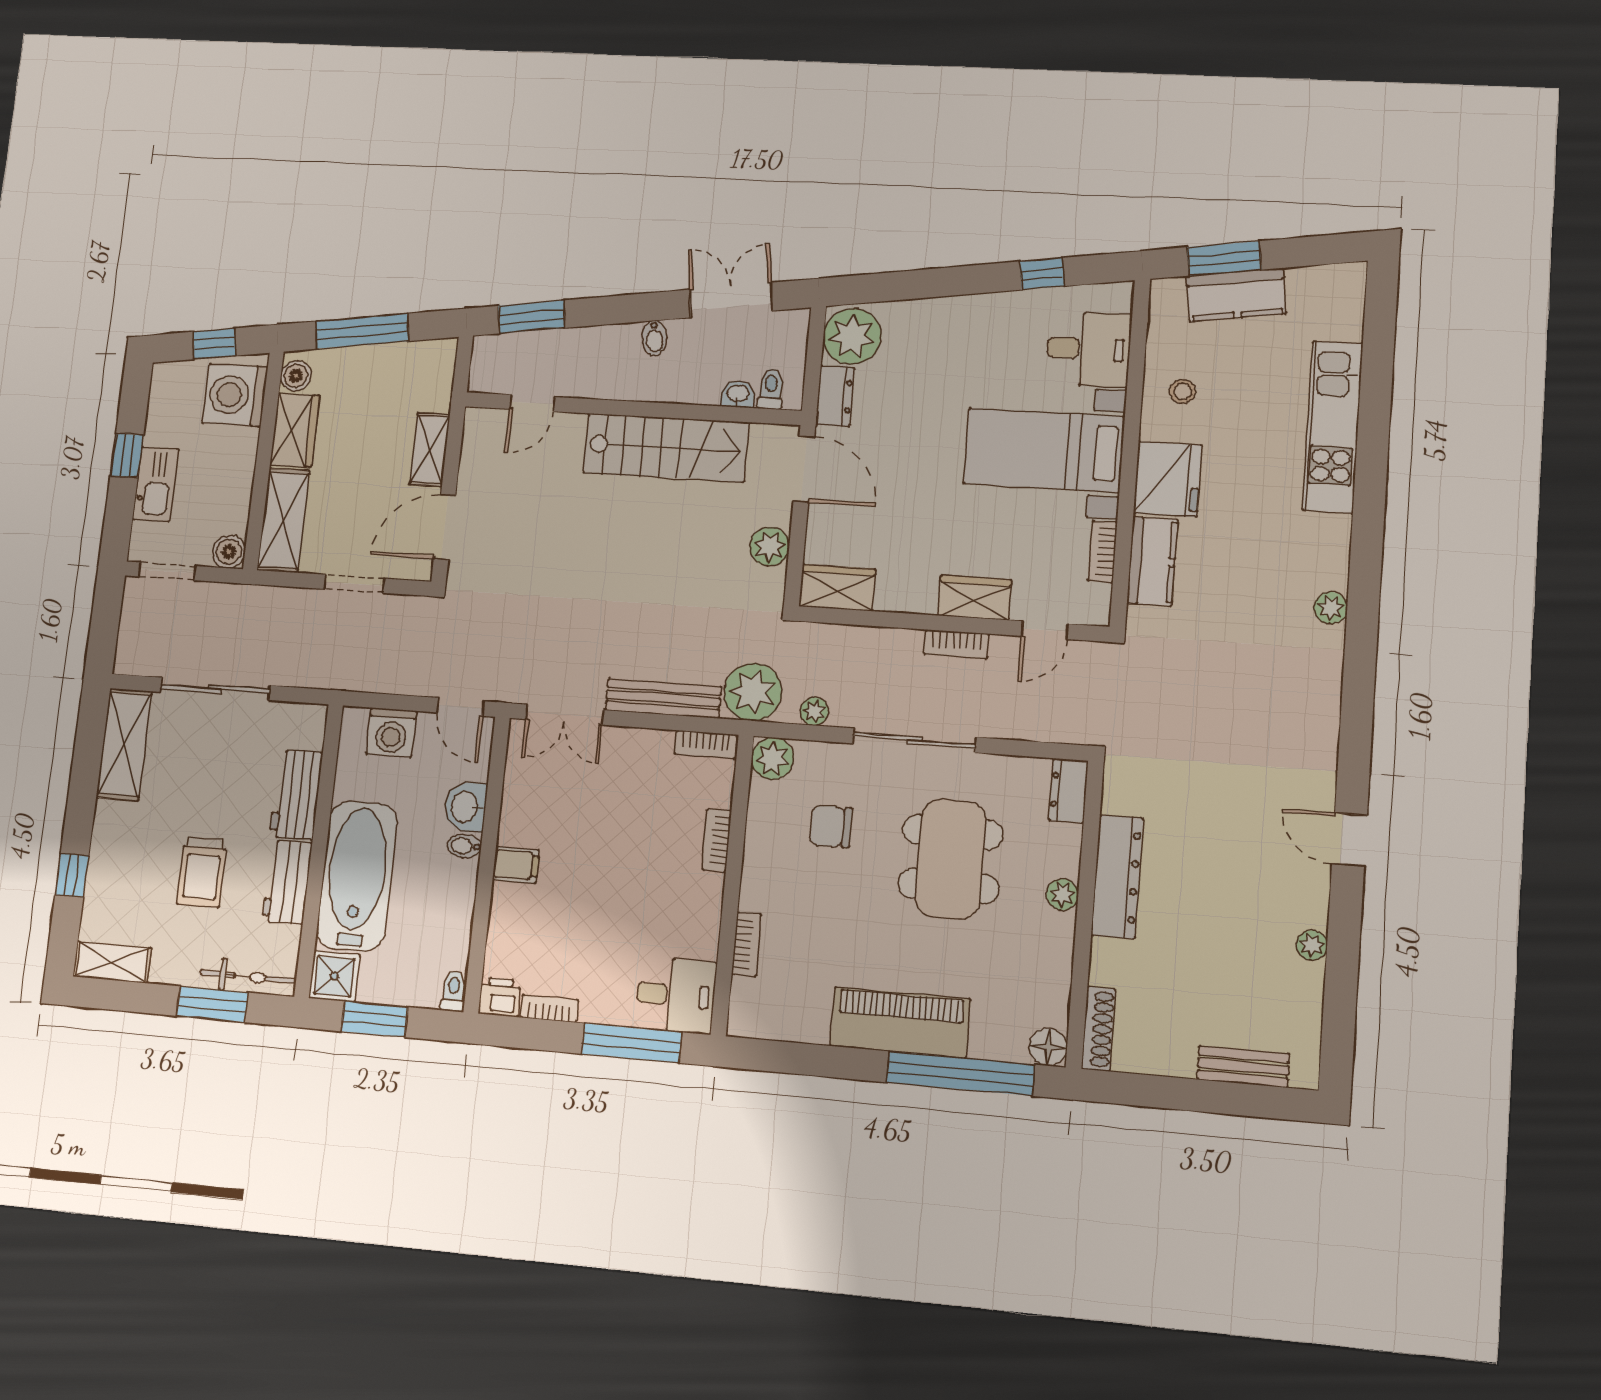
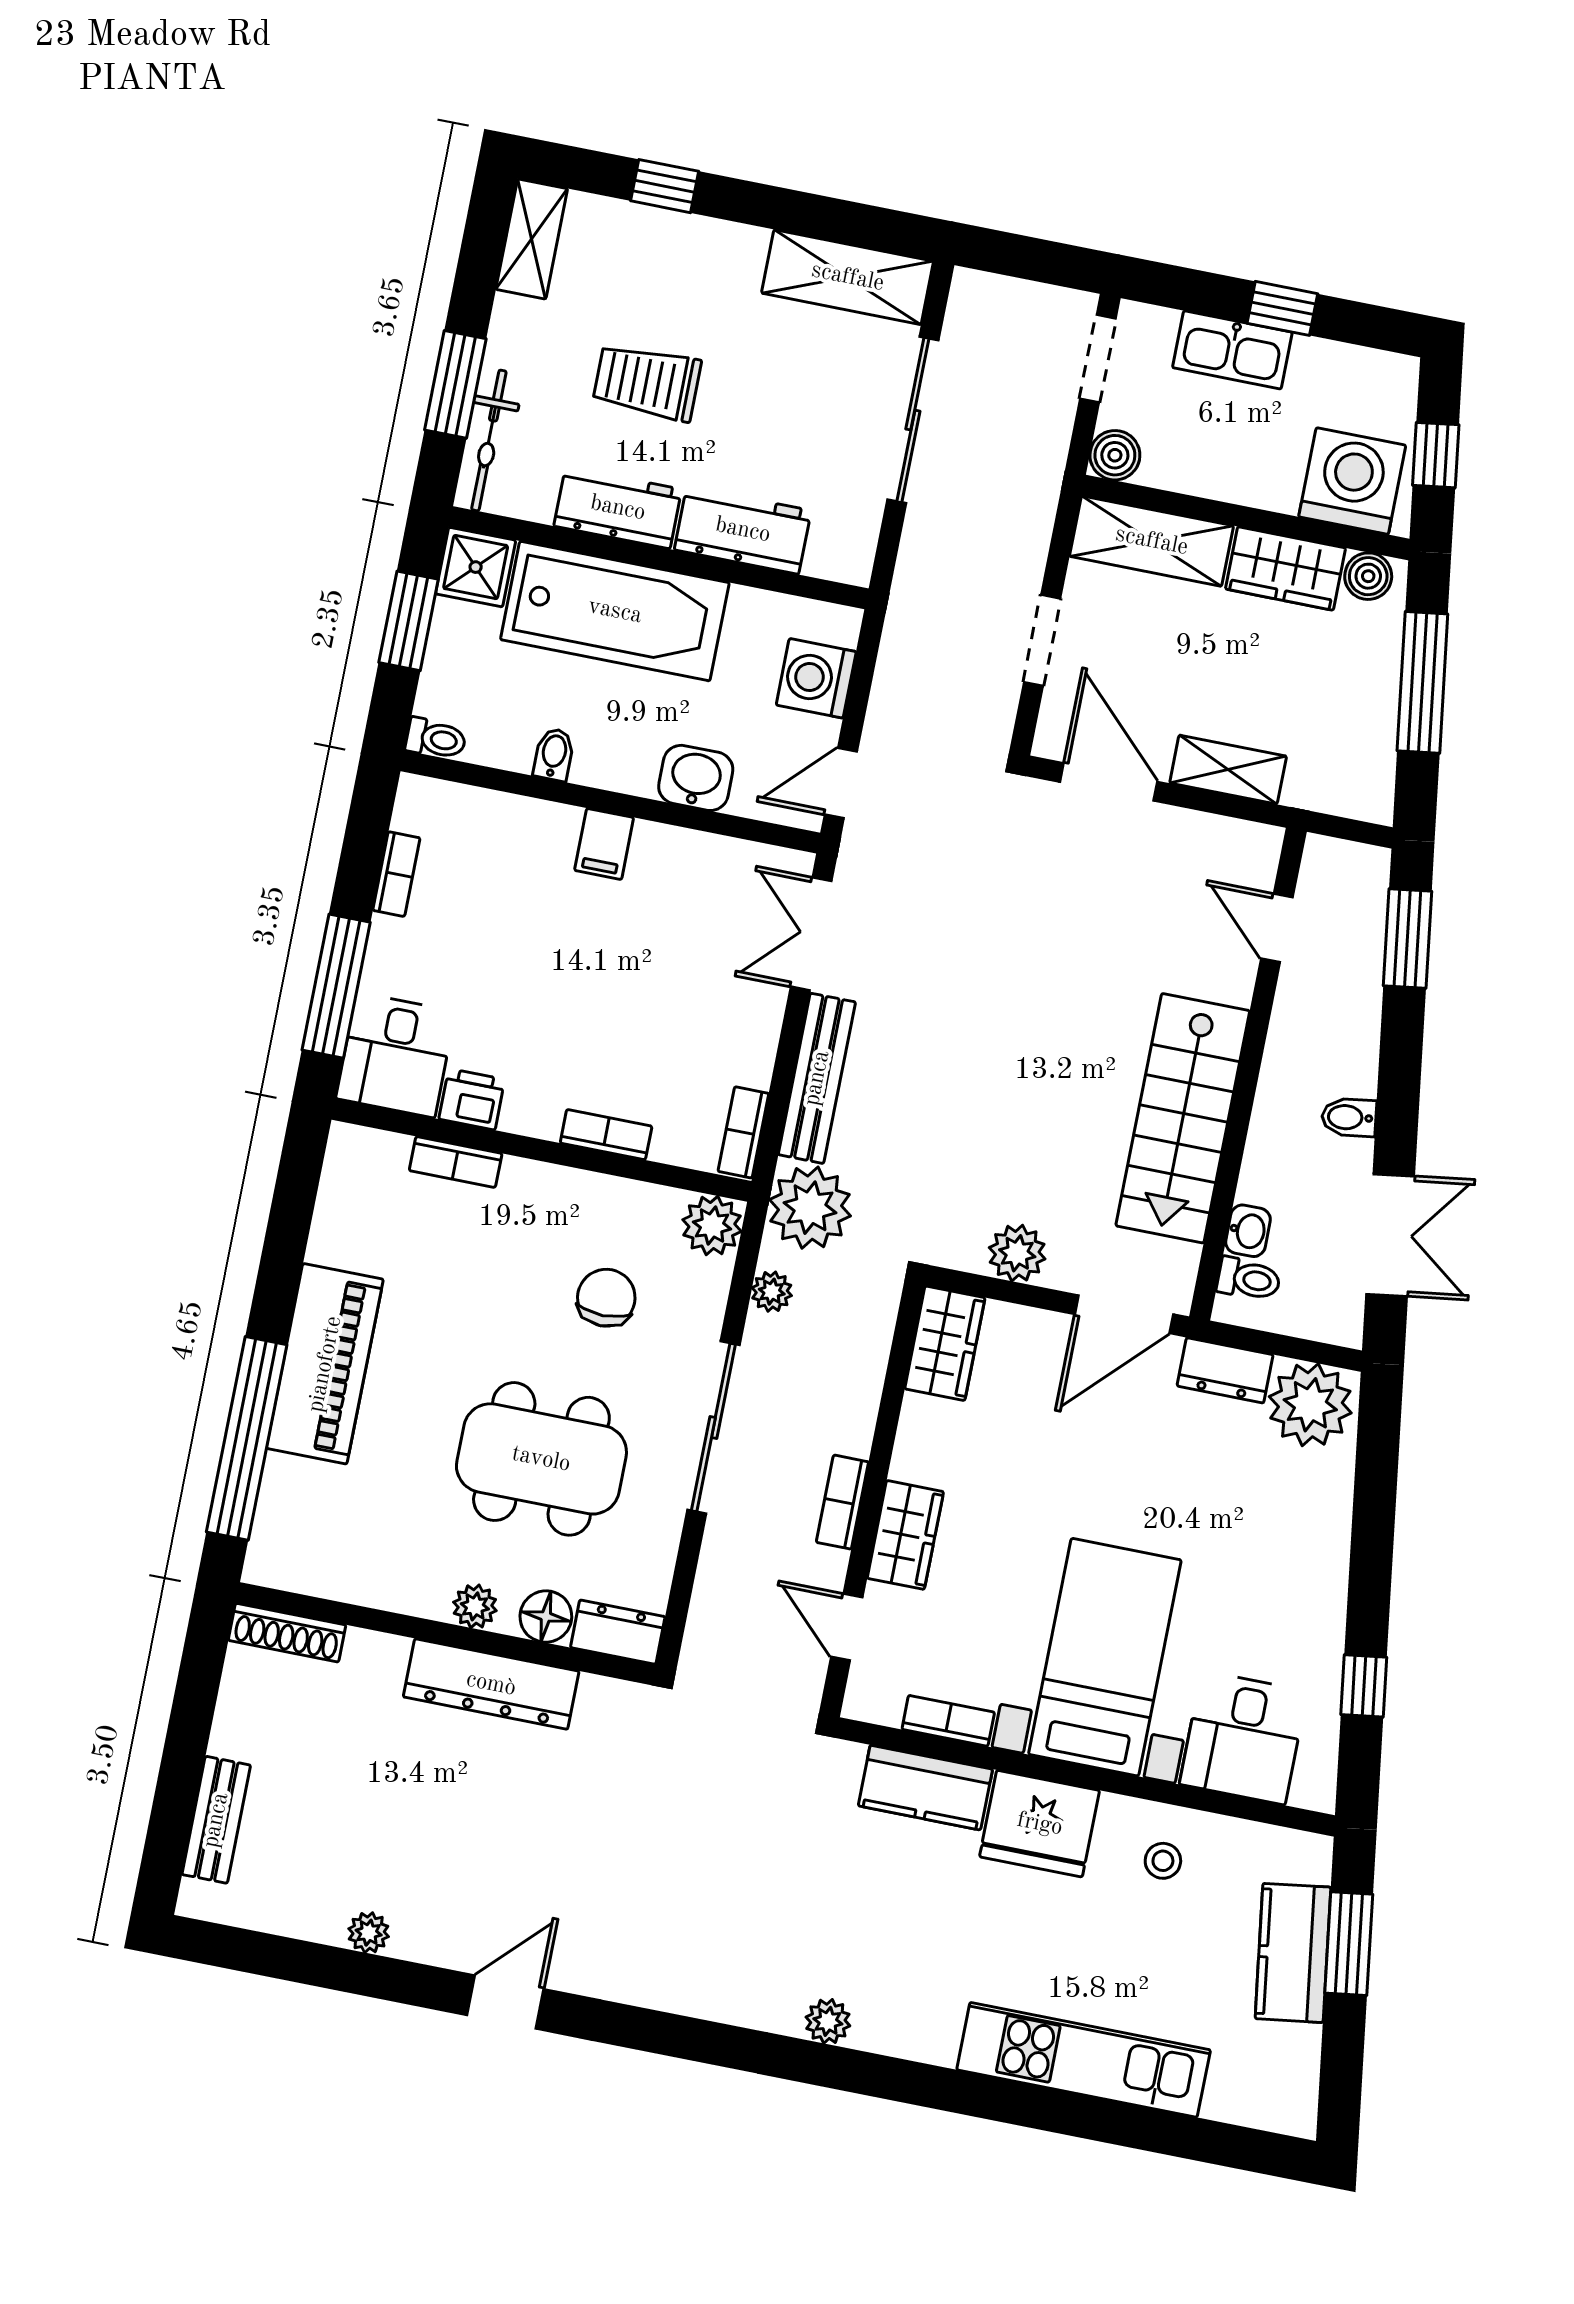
bidet: (464, 846) -> (554, 754), moved
printer: (500, 997) -> (472, 1099), moved, turned -90
floor lamp: (1048, 1047) -> (546, 1616), moved

